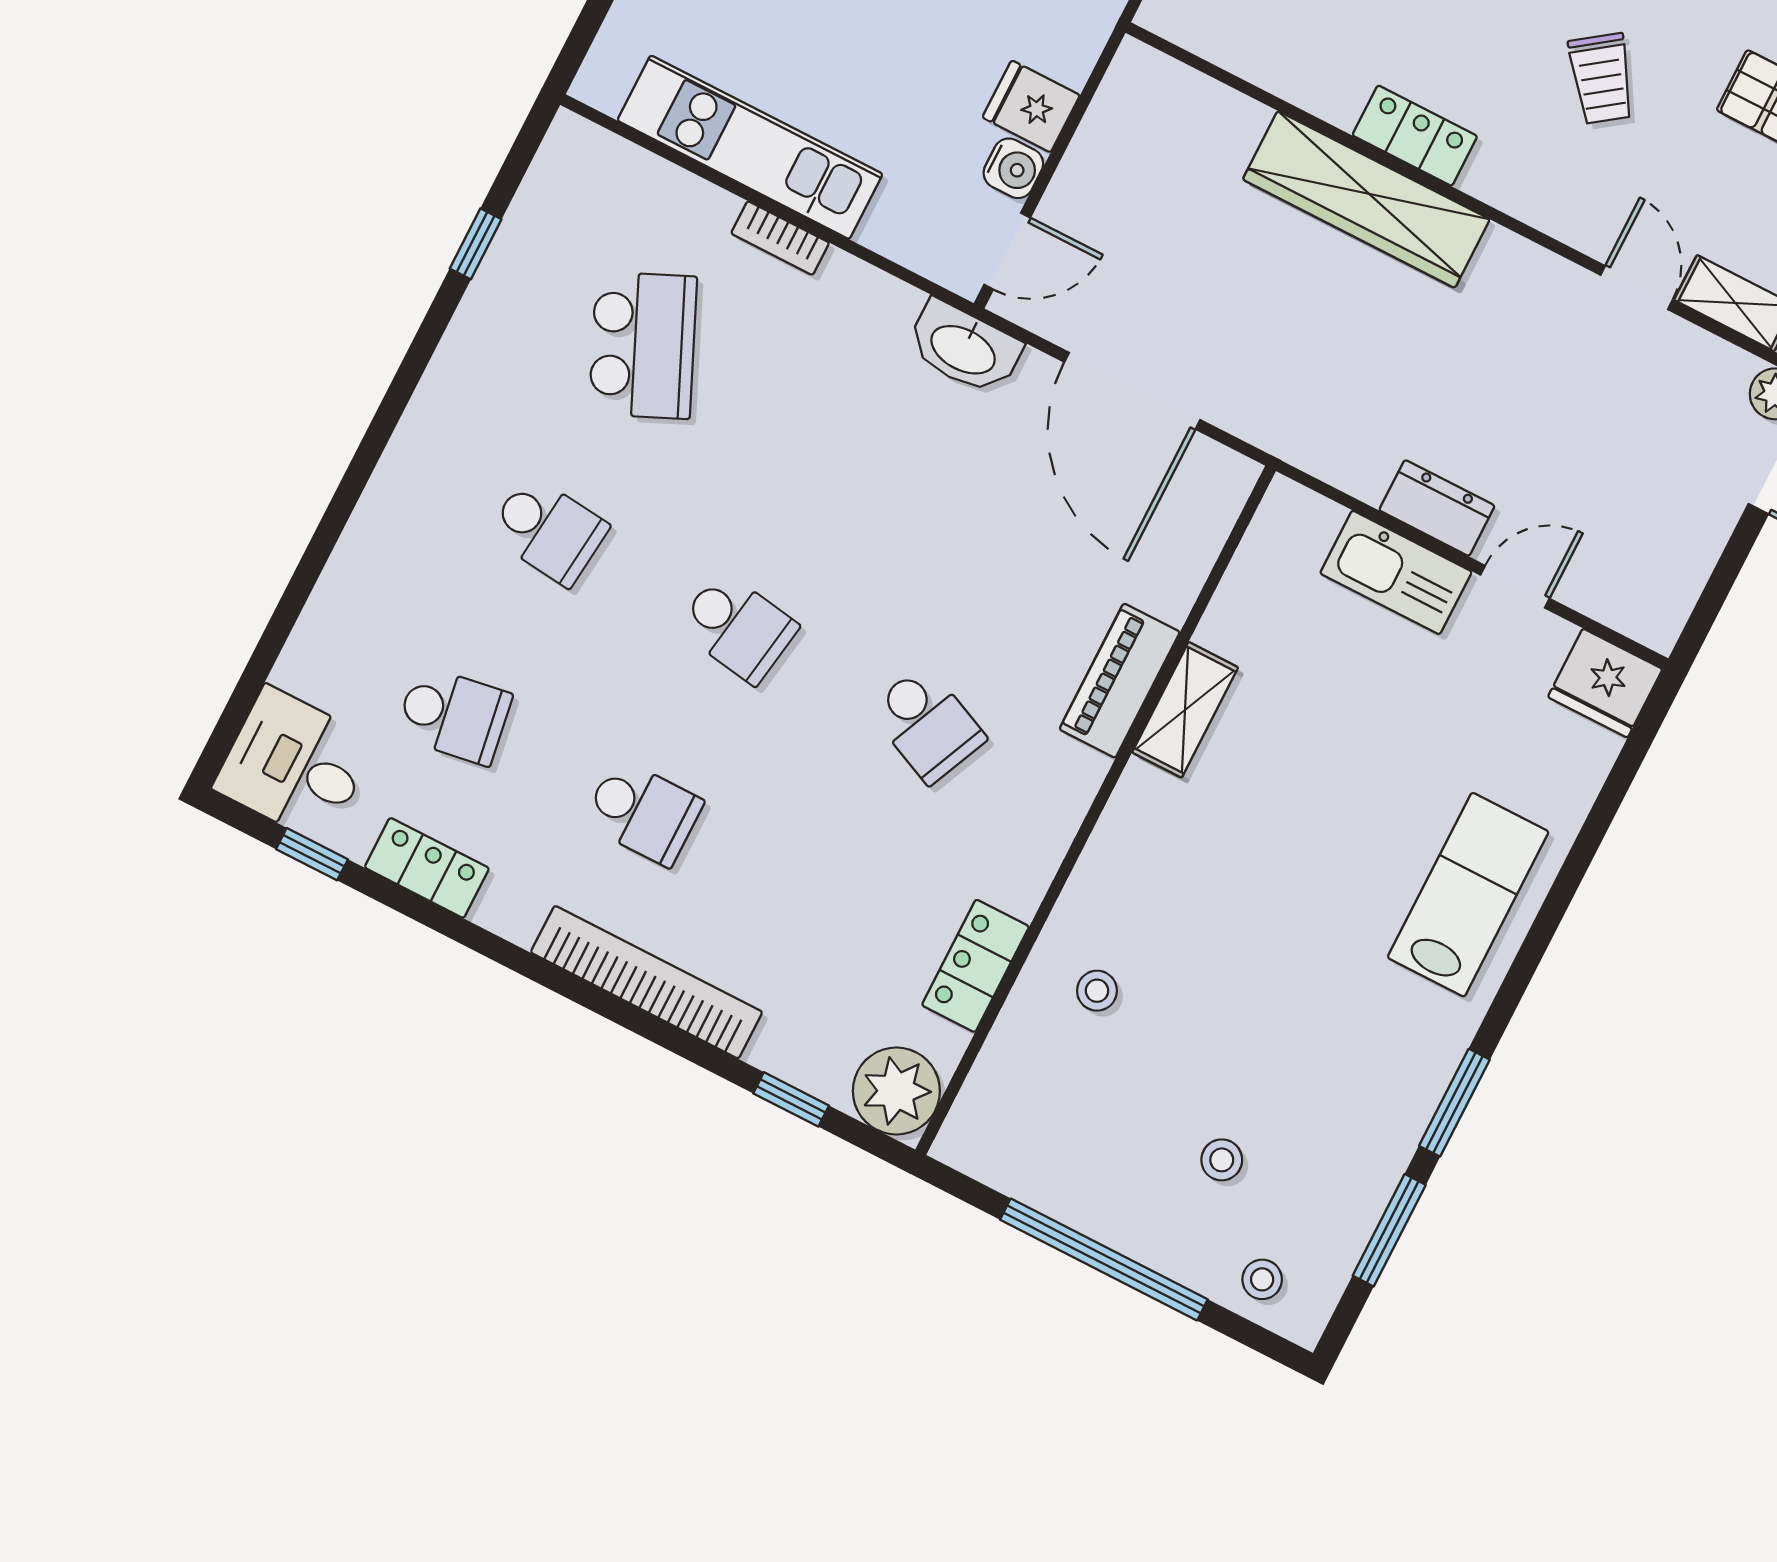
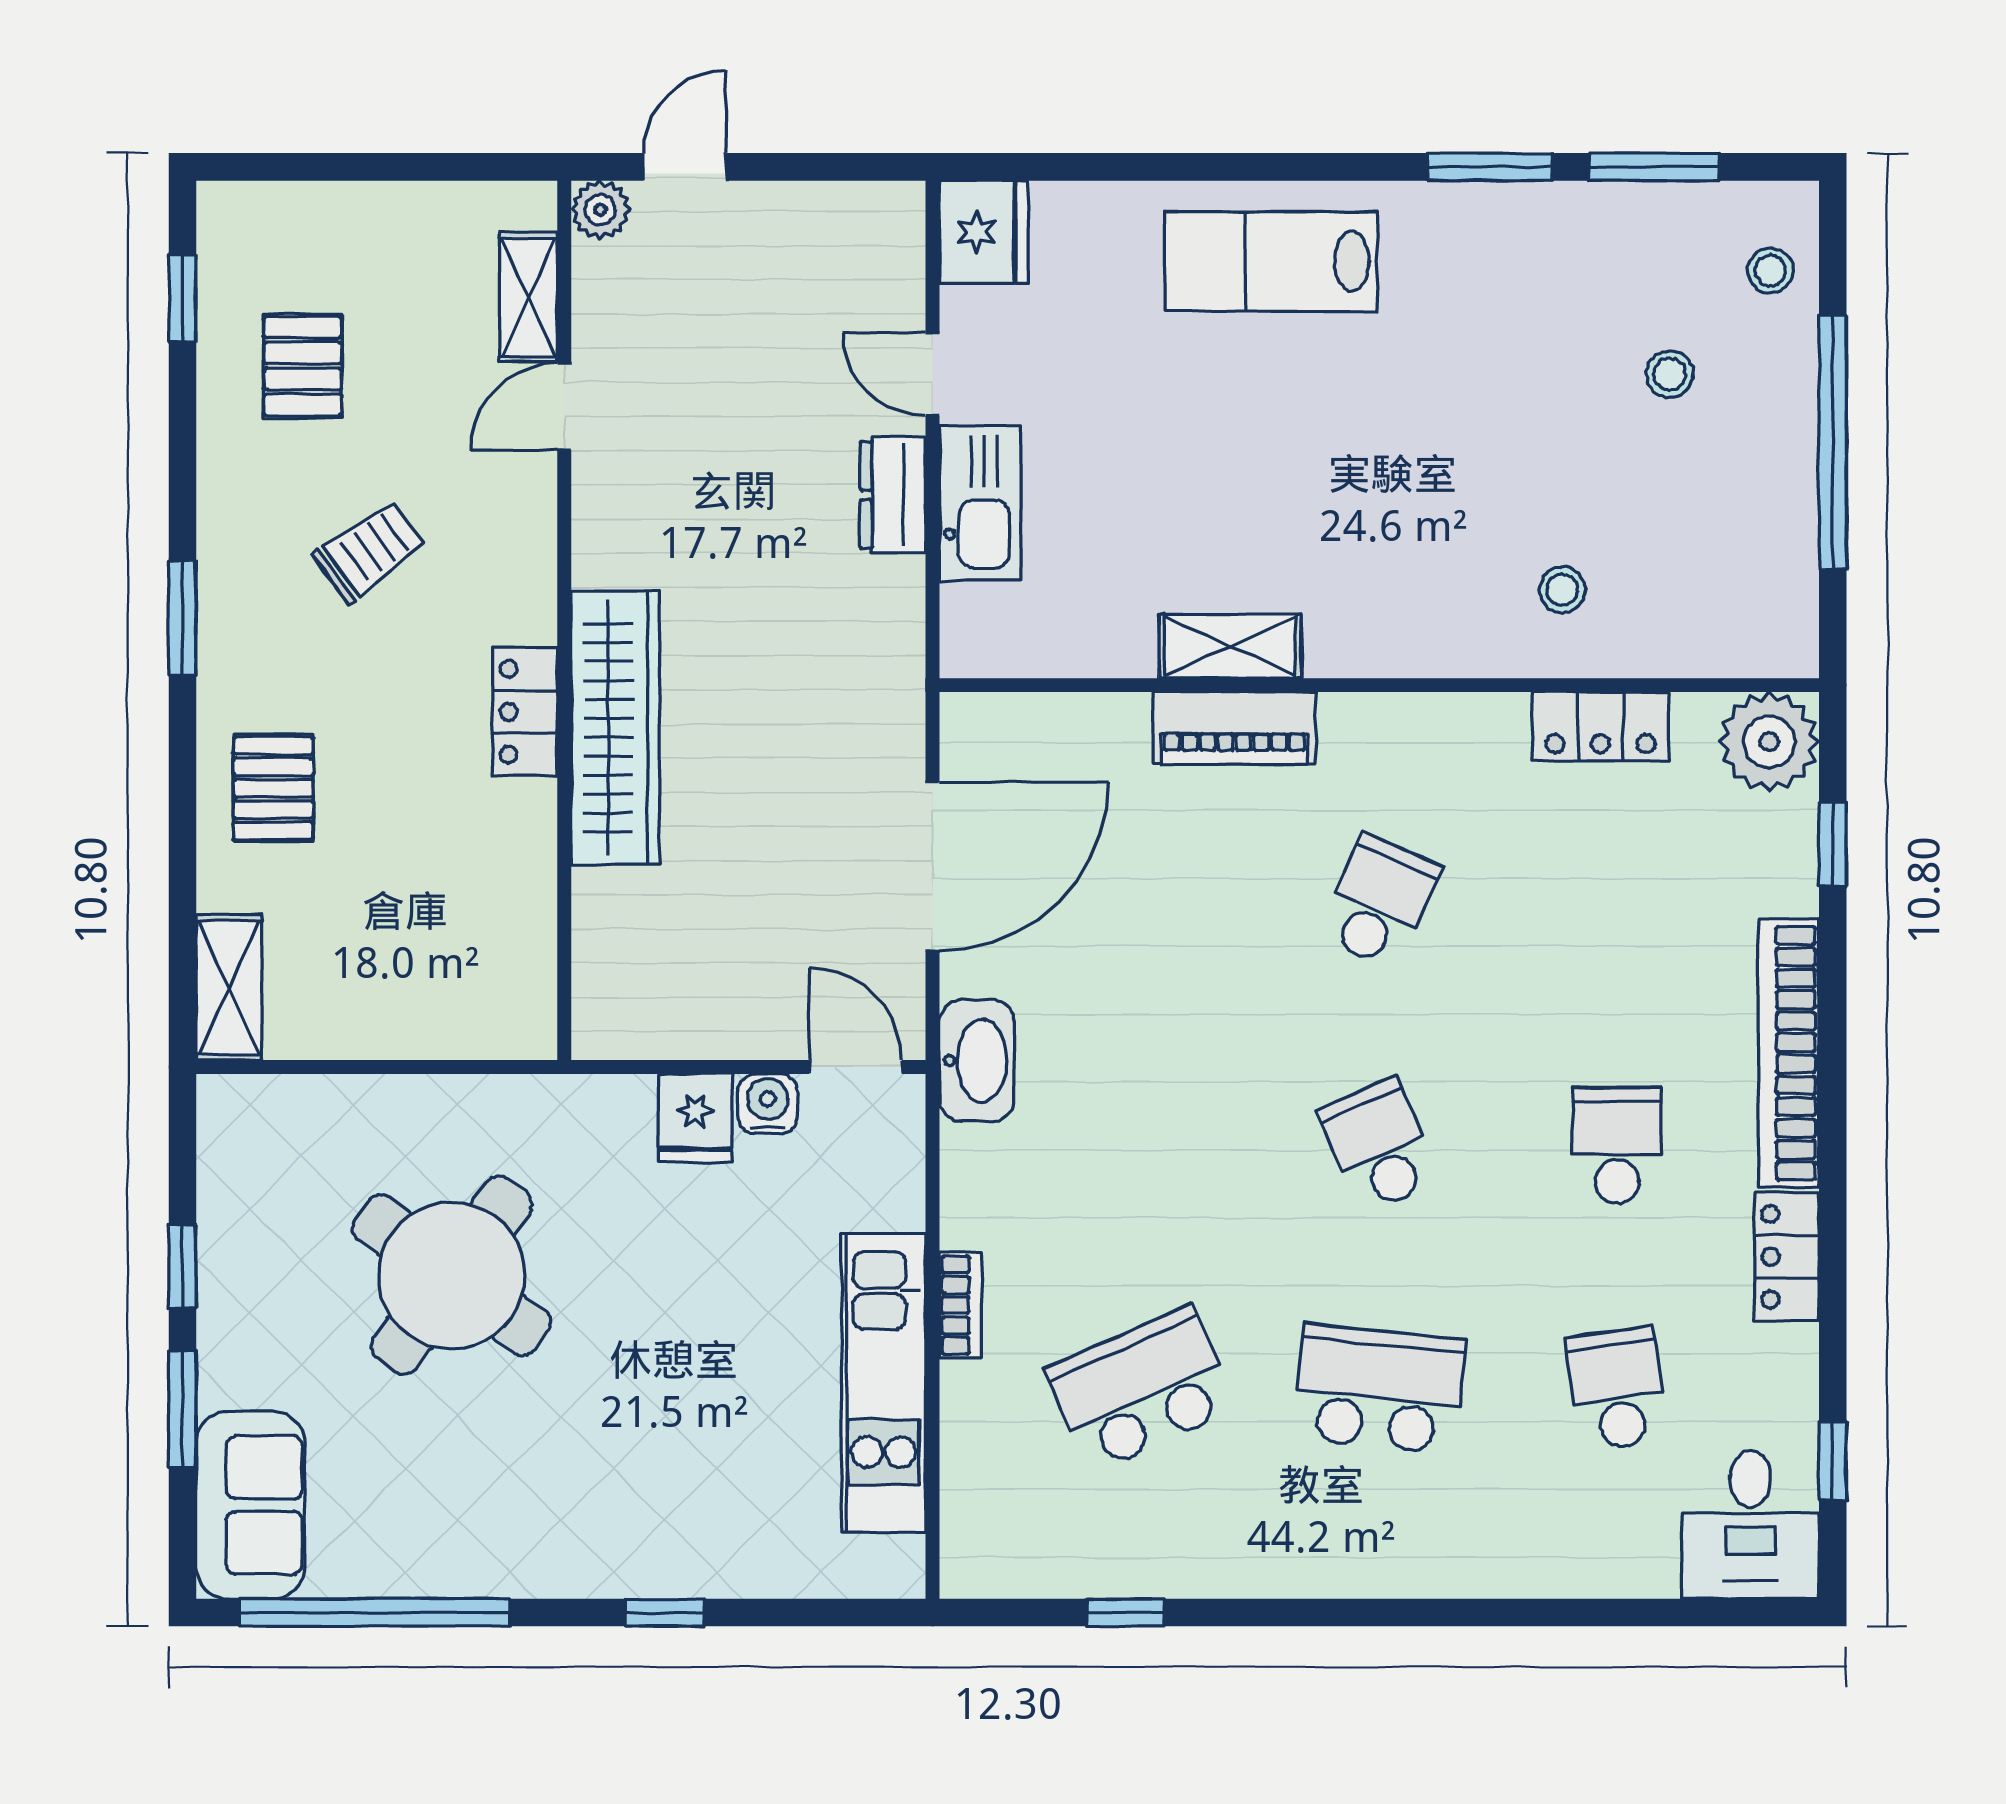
school desk: (548, 530) -> (1379, 1389), width x1.85
school desk: (738, 627) -> (1379, 1145), turned -33
locker: (427, 868) -> (1787, 1257), moved

